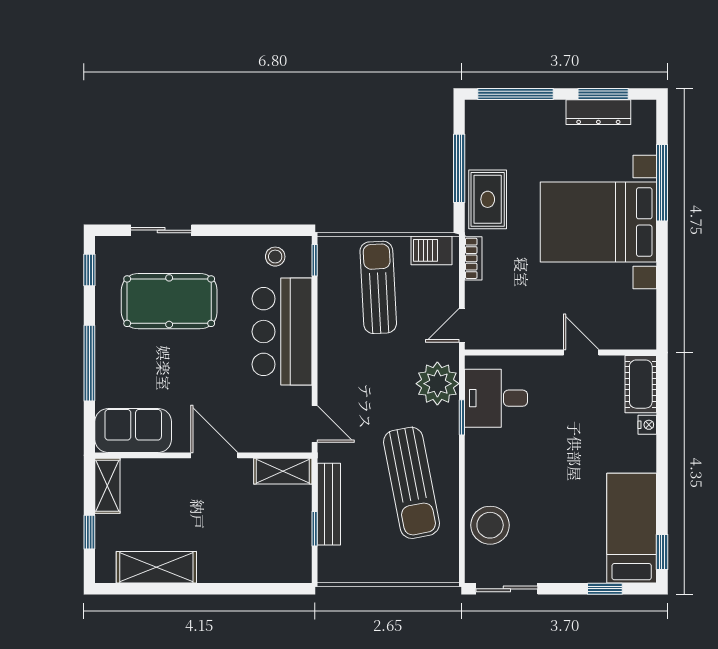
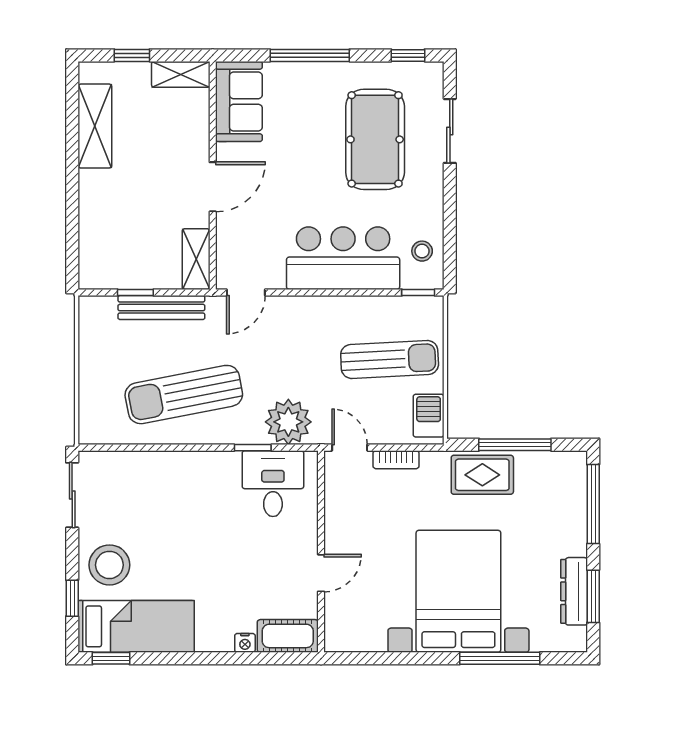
bookcase: (473, 258) -> (396, 460), moved
stool: (490, 525) -> (109, 565), moved

